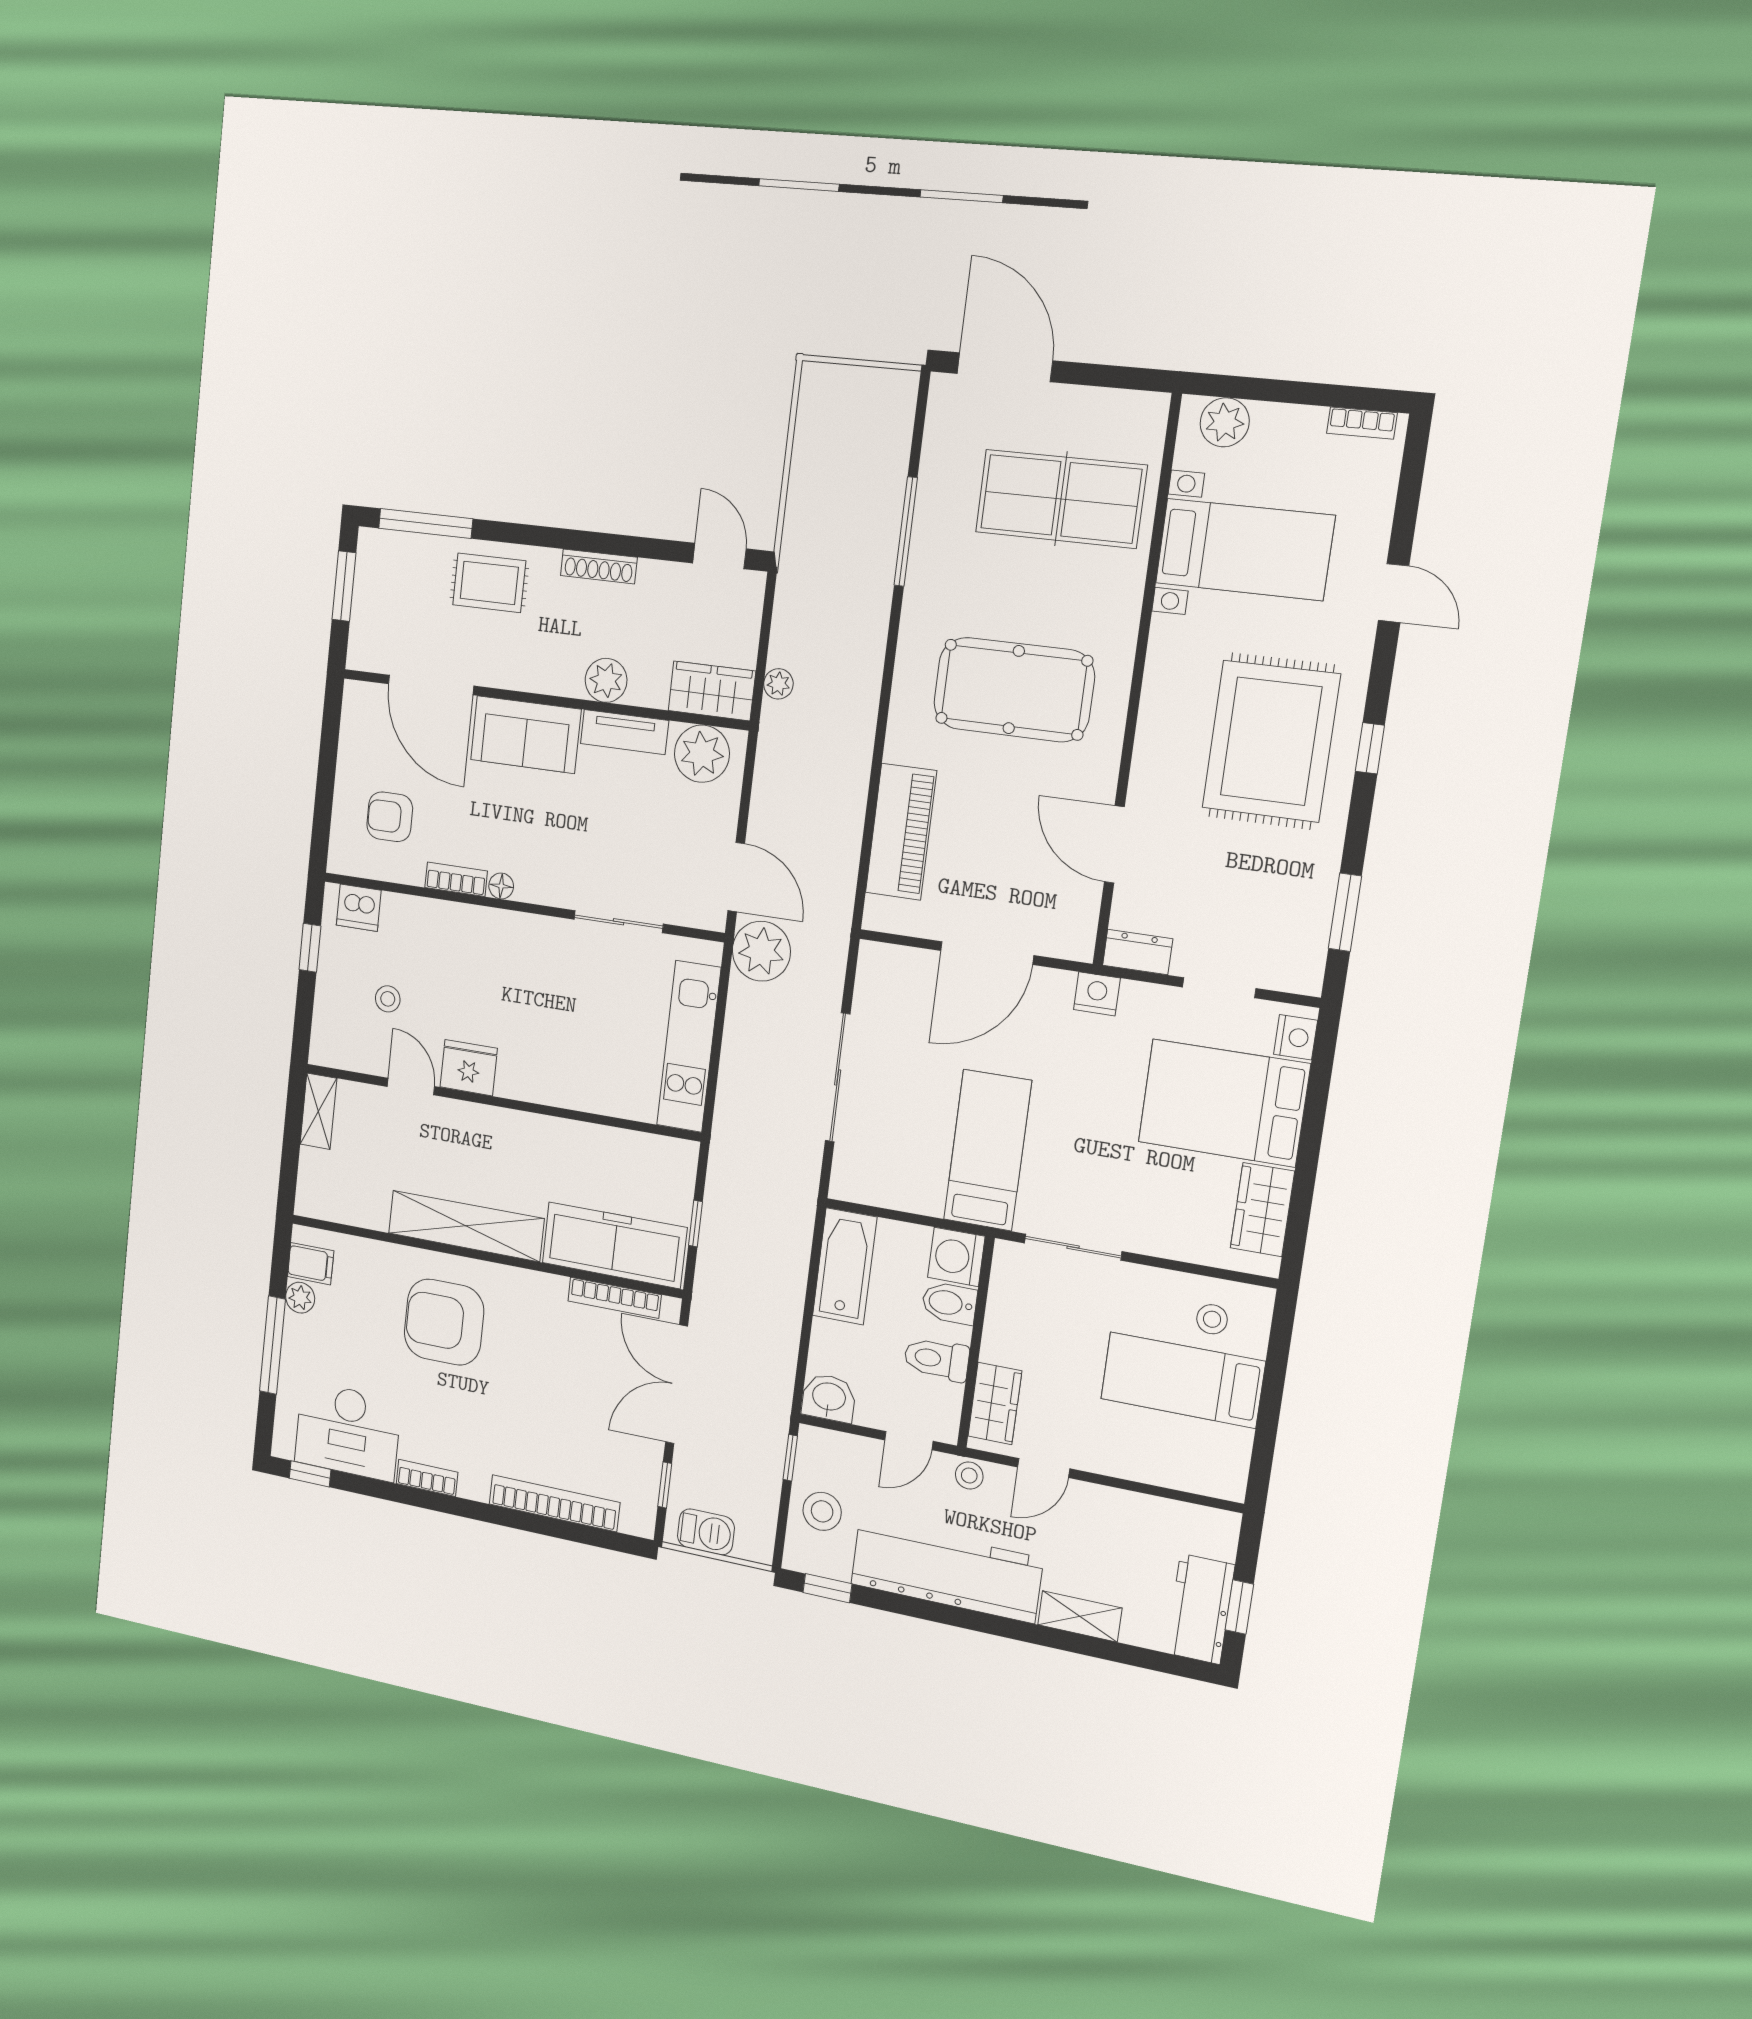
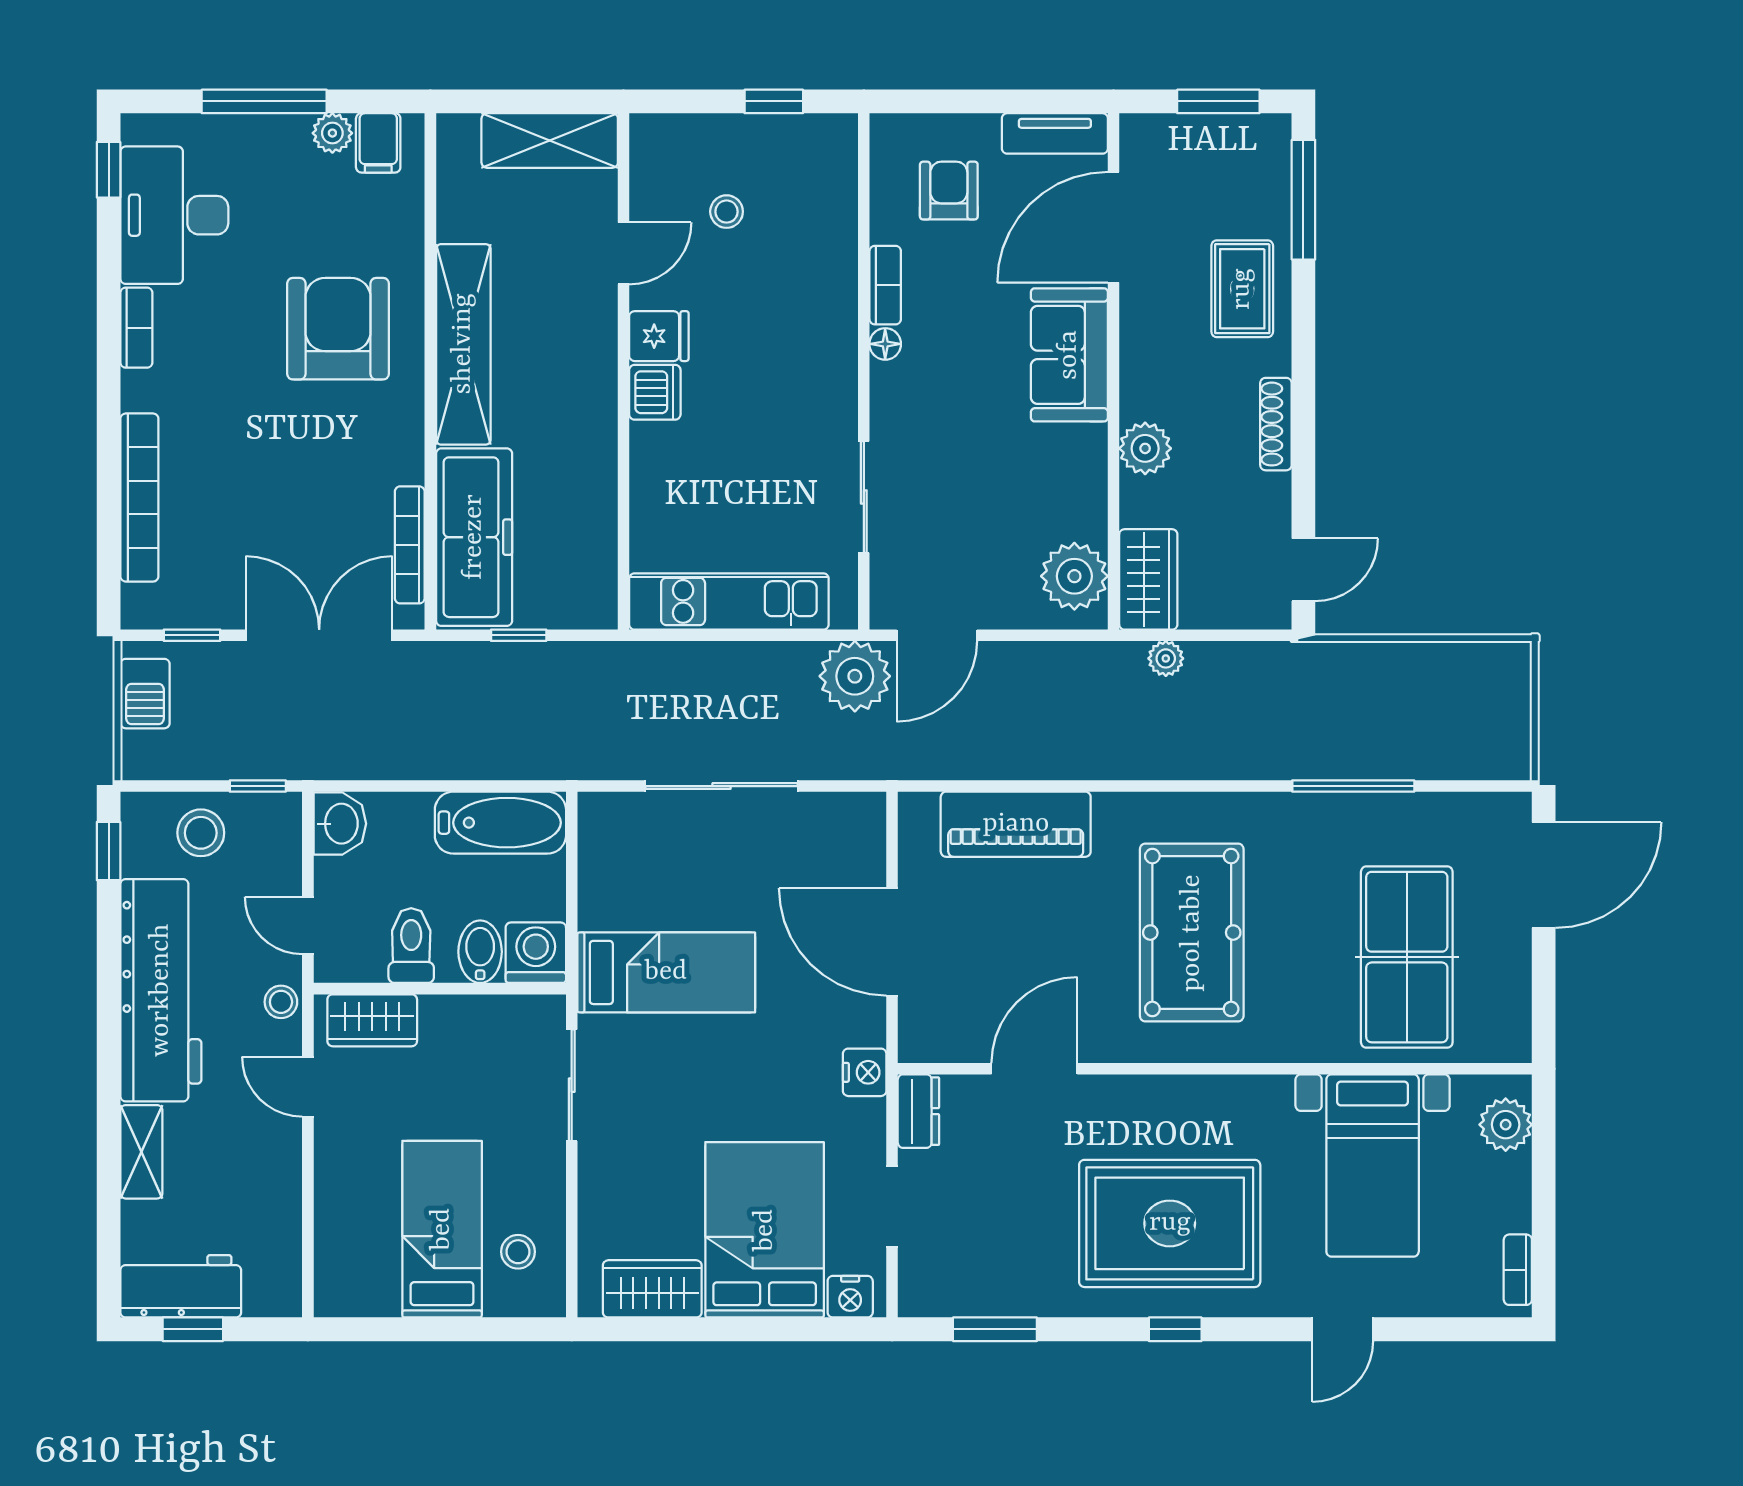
tv unit: (624, 732) -> (1055, 133), moved, turned -90
dishwasher: (359, 908) -> (655, 392), moved, turned 180
fridge: (469, 1068) -> (659, 336), width x0.72
shelving: (318, 1111) -> (550, 140), width x1.50, depth x1.33

